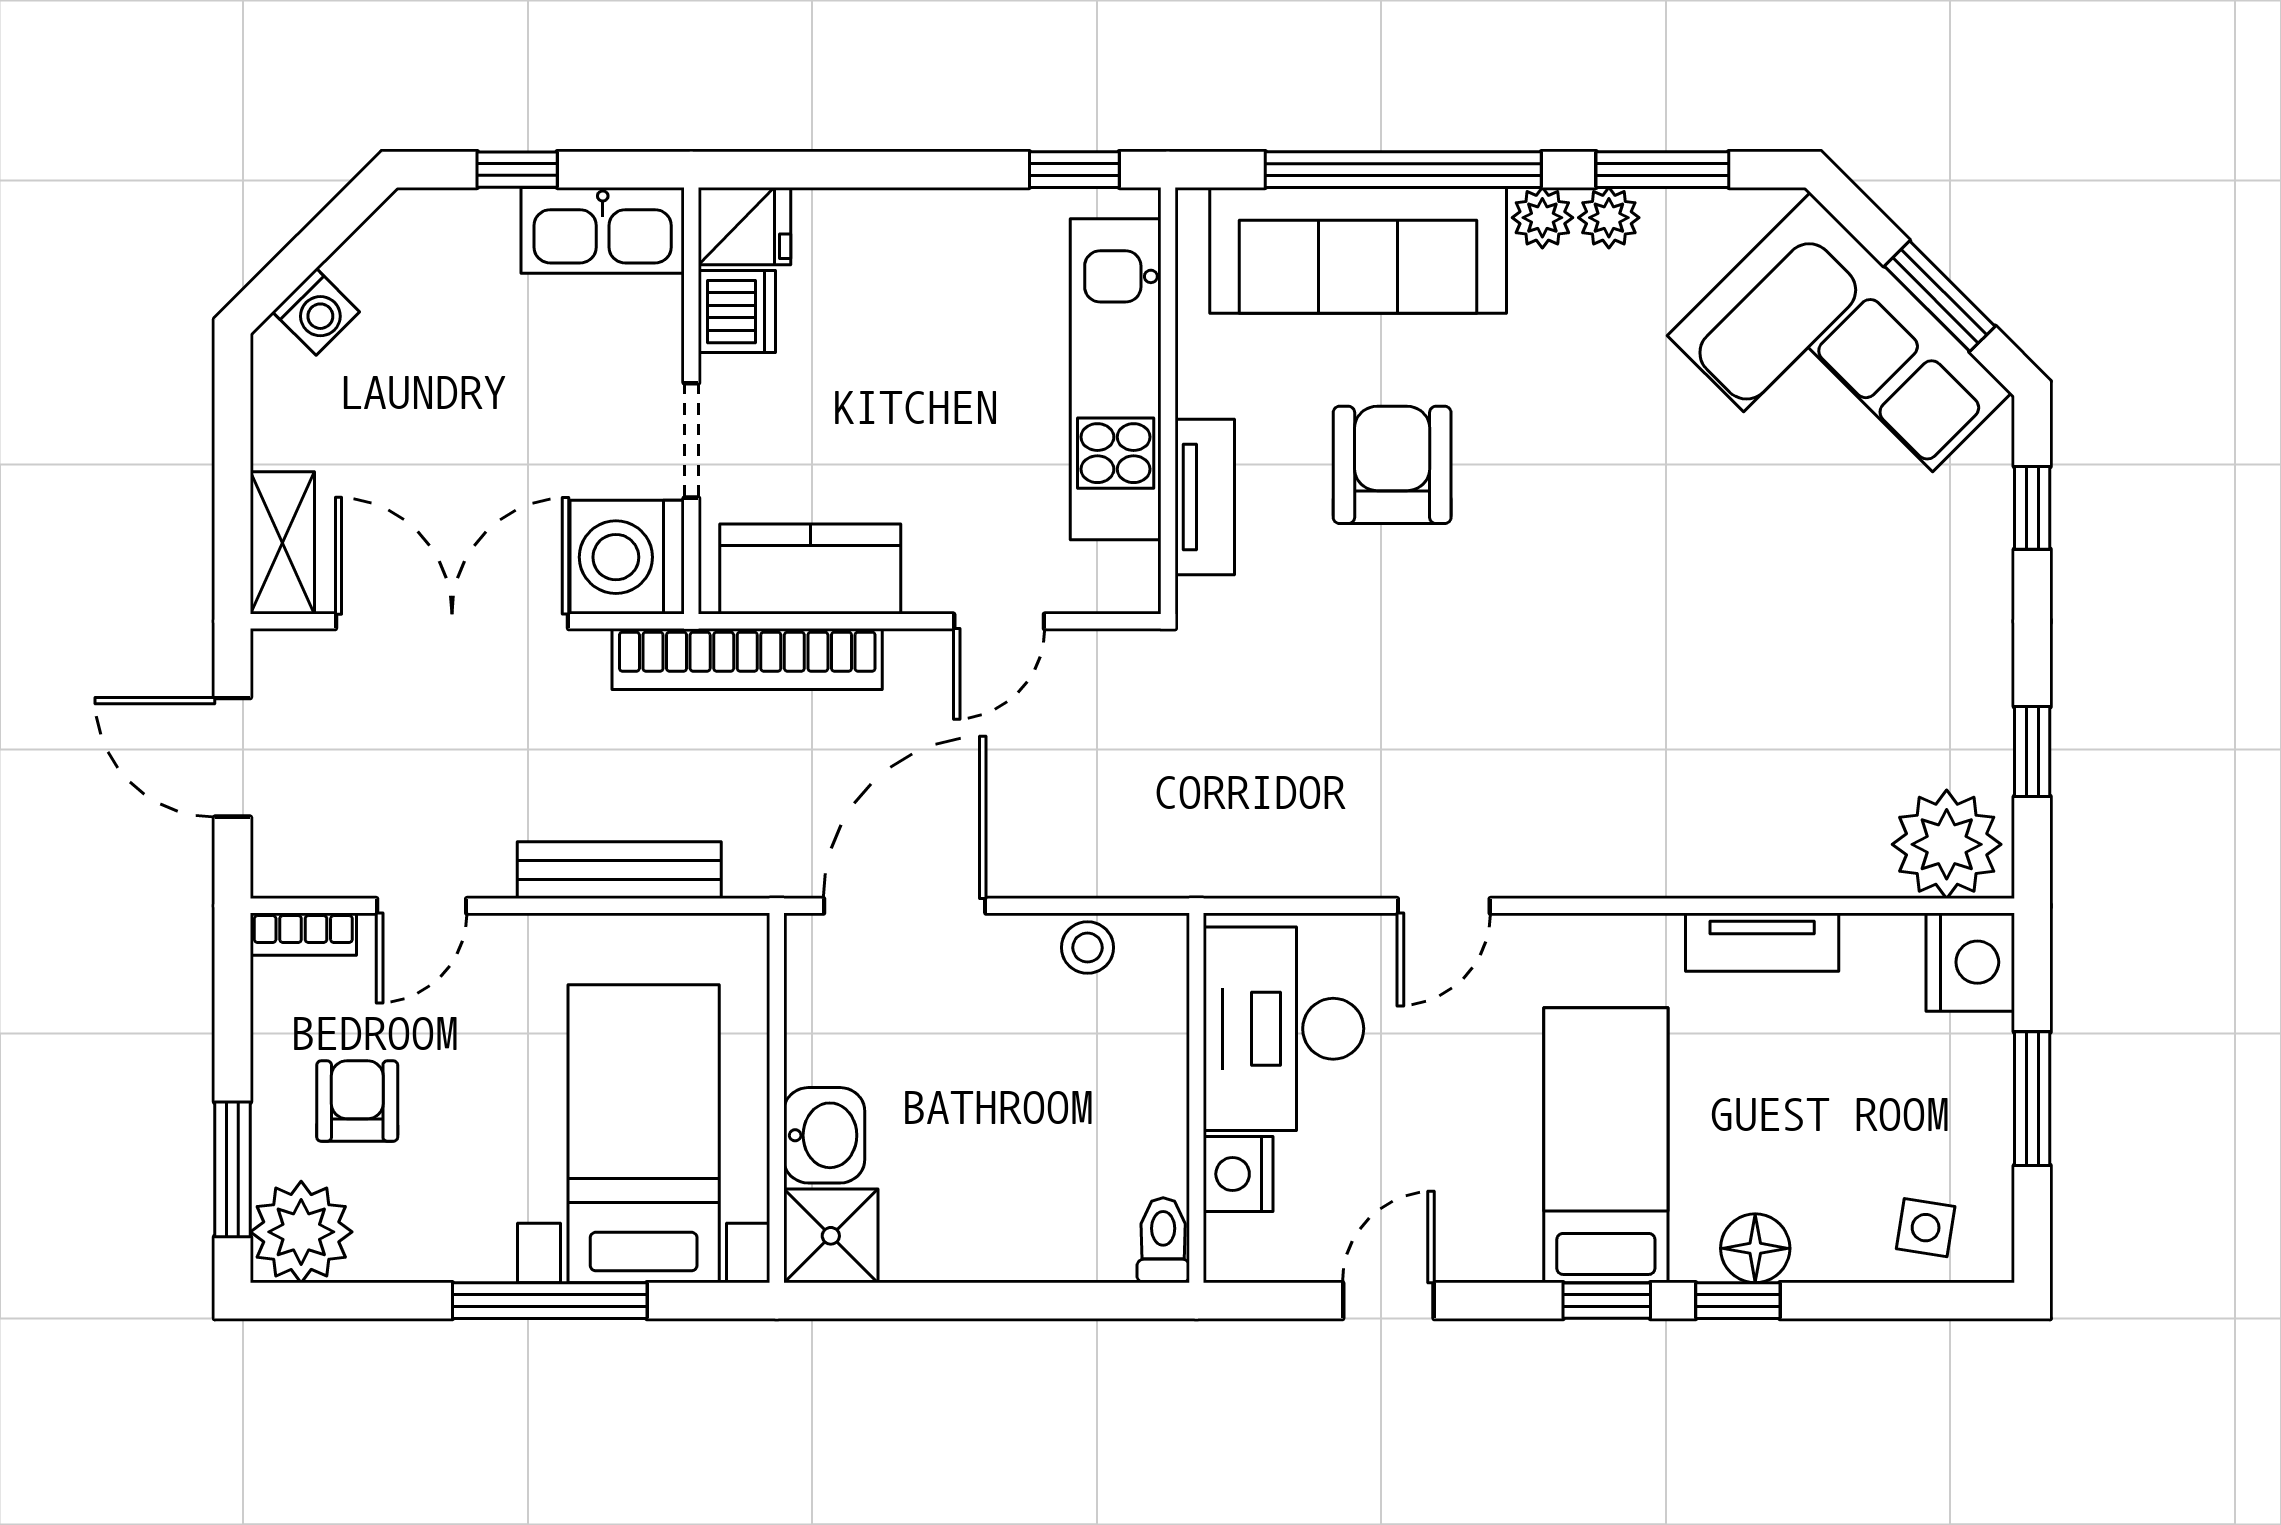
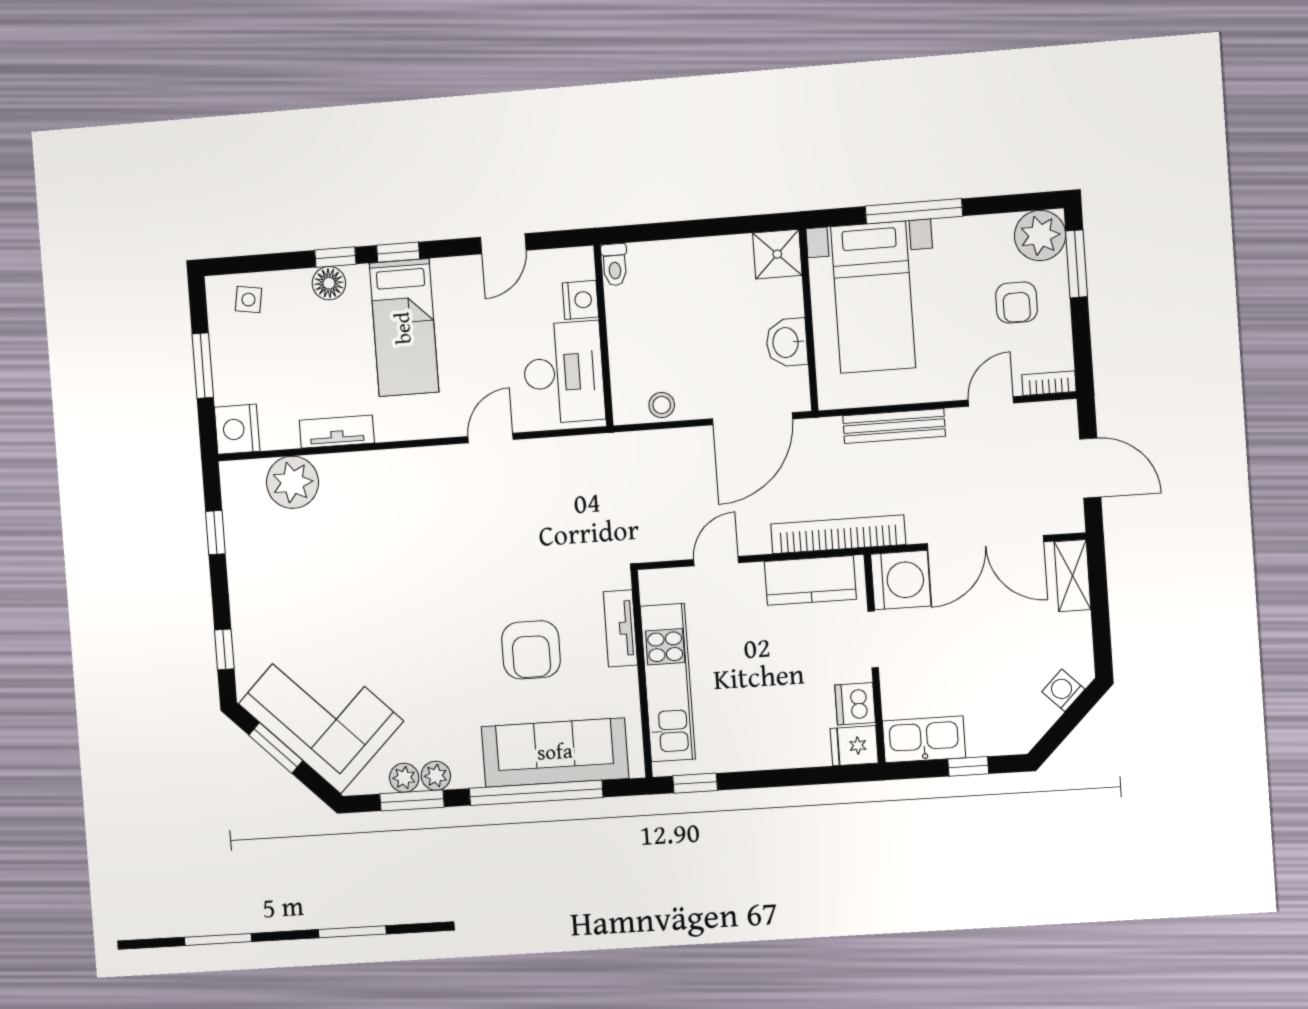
plant: (1542, 218) -> (404, 778), moved
plant: (1947, 844) -> (292, 482), moved
washbasin: (824, 1135) -> (787, 342), moved

